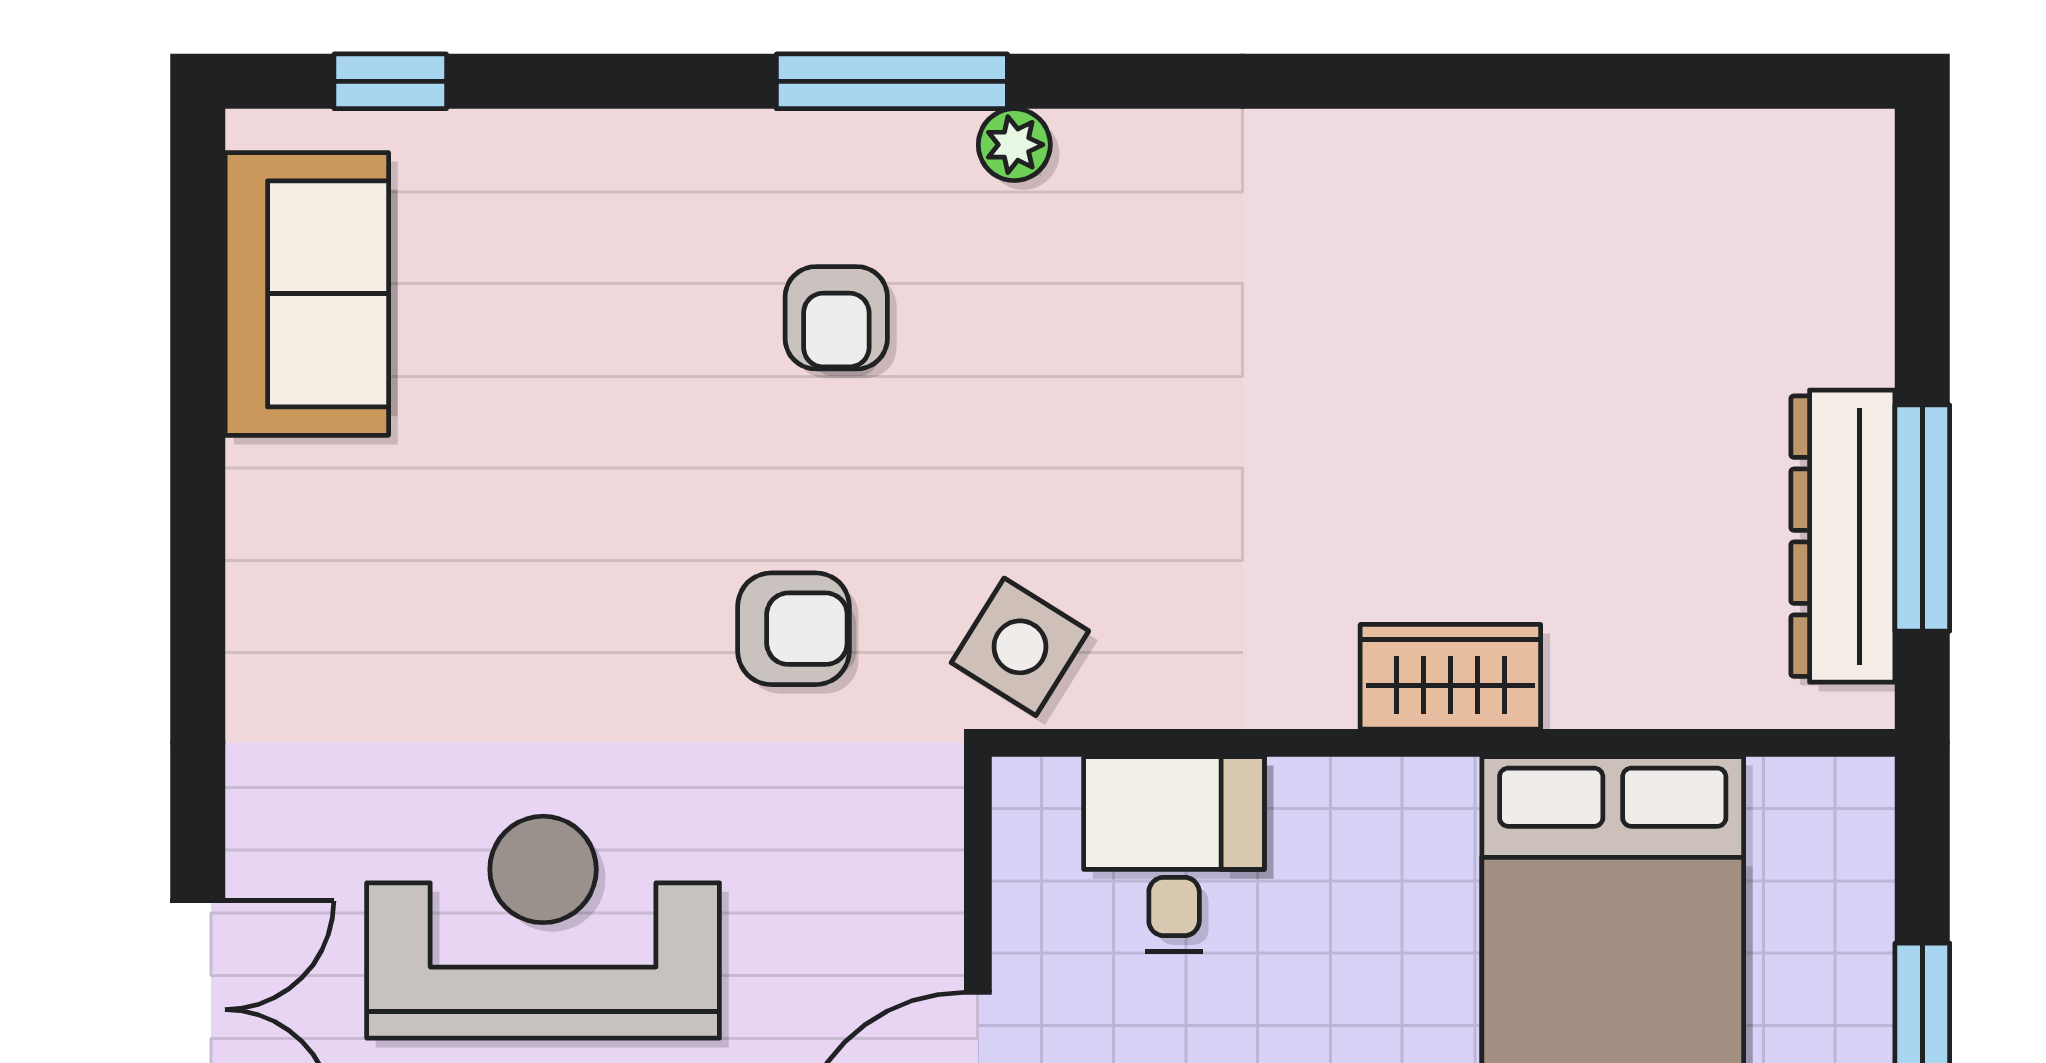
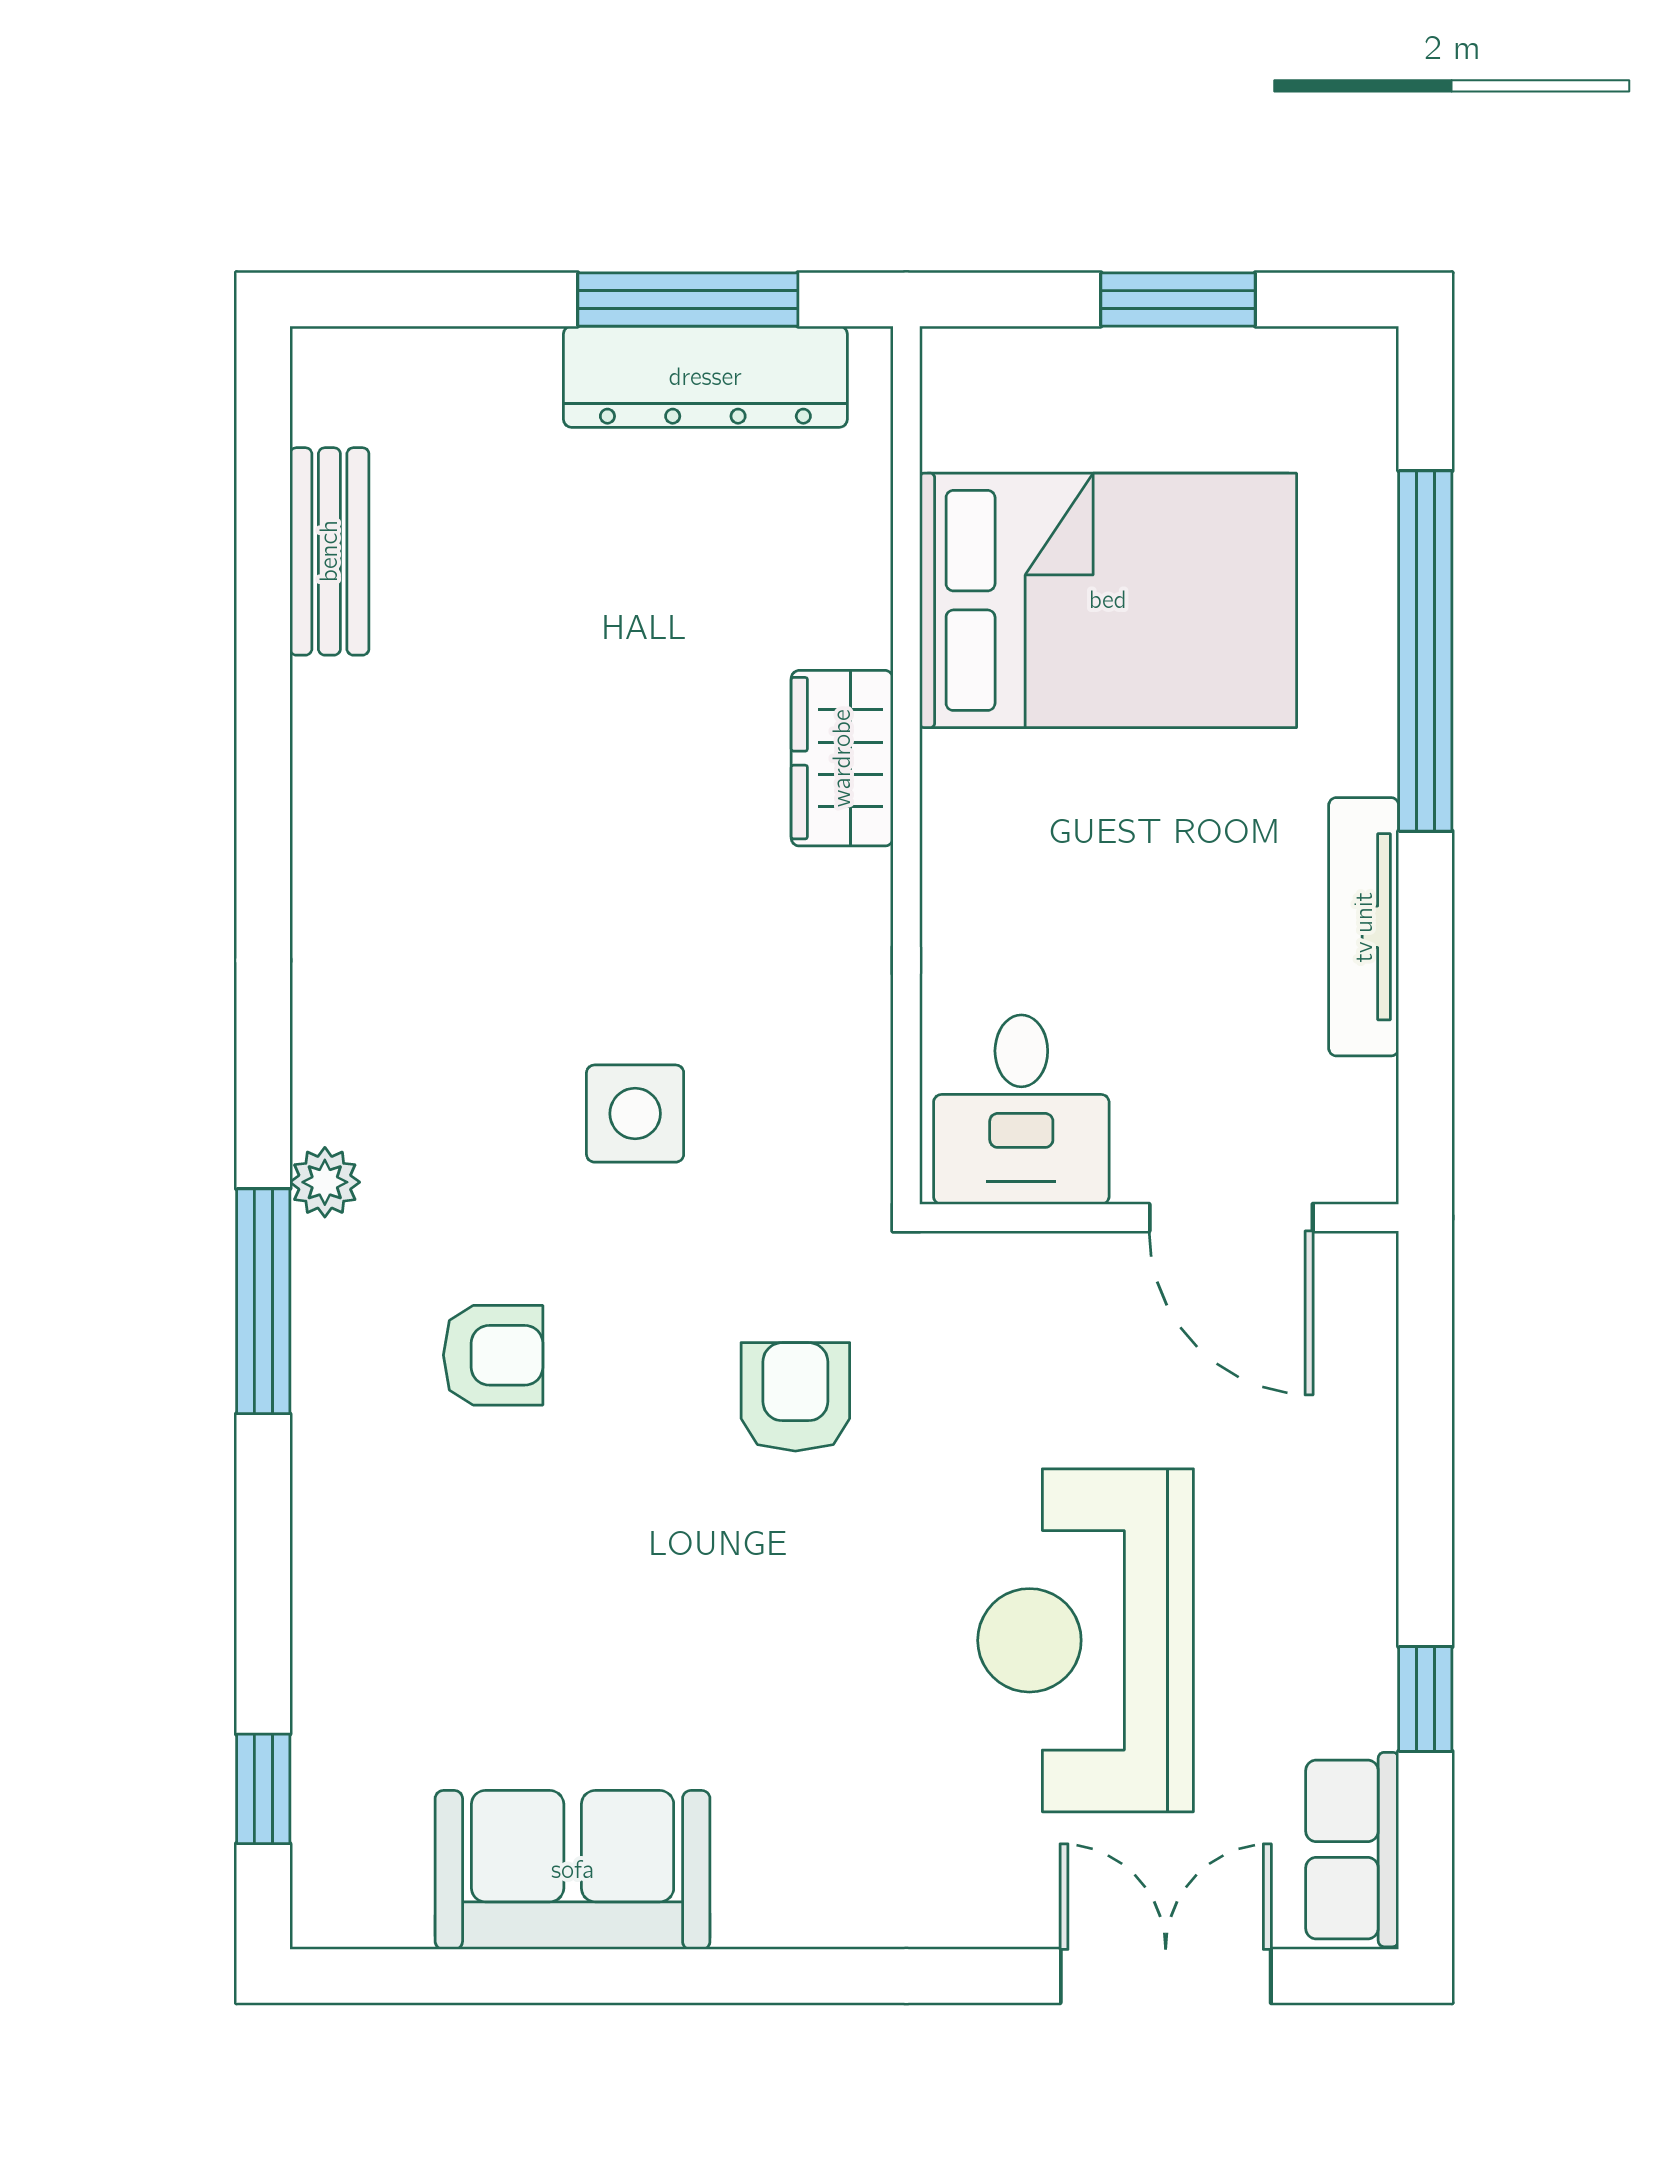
bench: (1663, 149) -> (329, 551), added
sofa: (307, 294) -> (573, 1870), moved
side table: (1020, 647) -> (635, 1114), moved, turned -32
desk: (1174, 854) -> (1021, 1110), moved, turned -90

